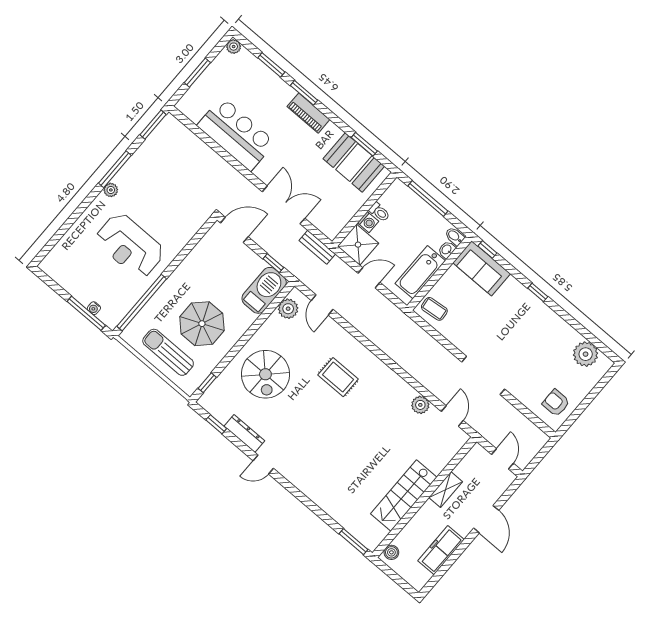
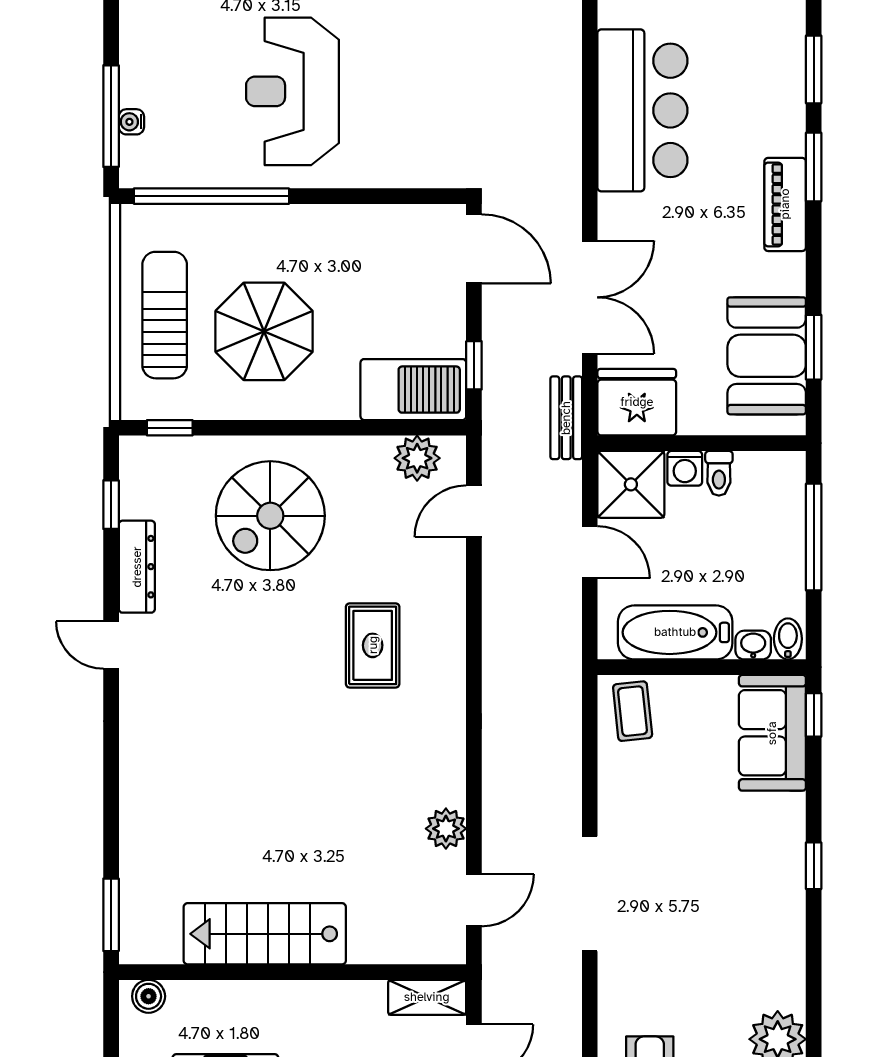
fridge: (332, 219) -> (637, 402), added
shelving: (446, 490) -> (427, 997), moved

